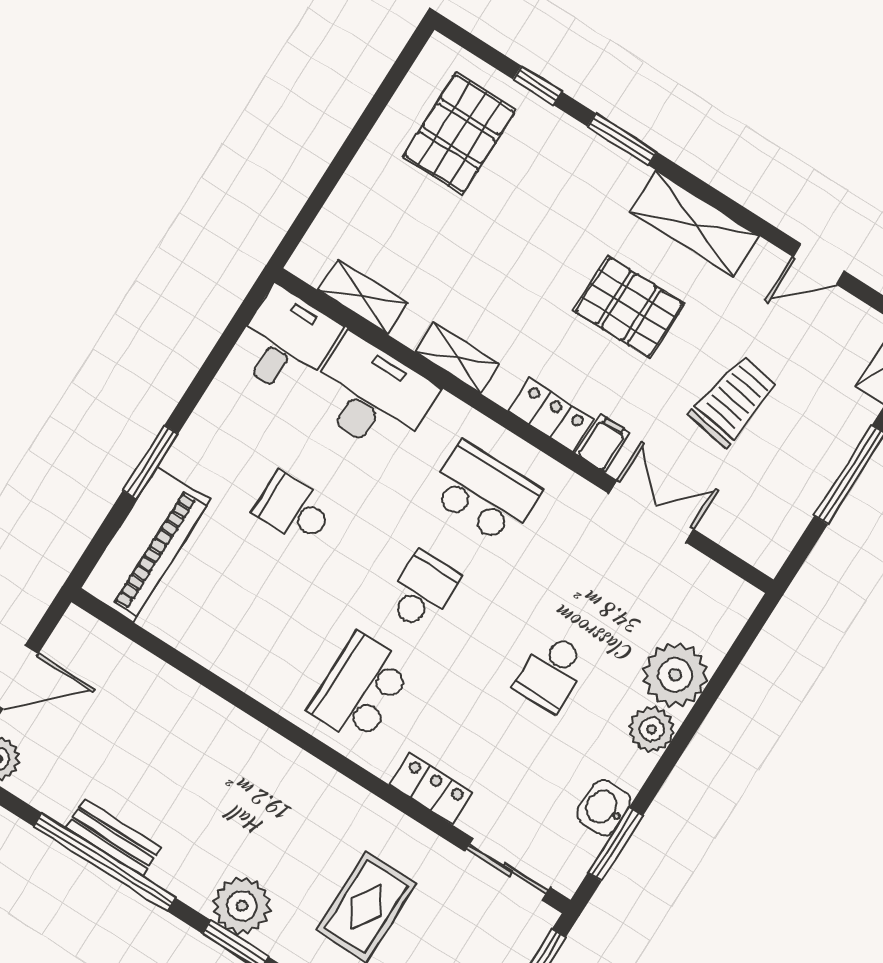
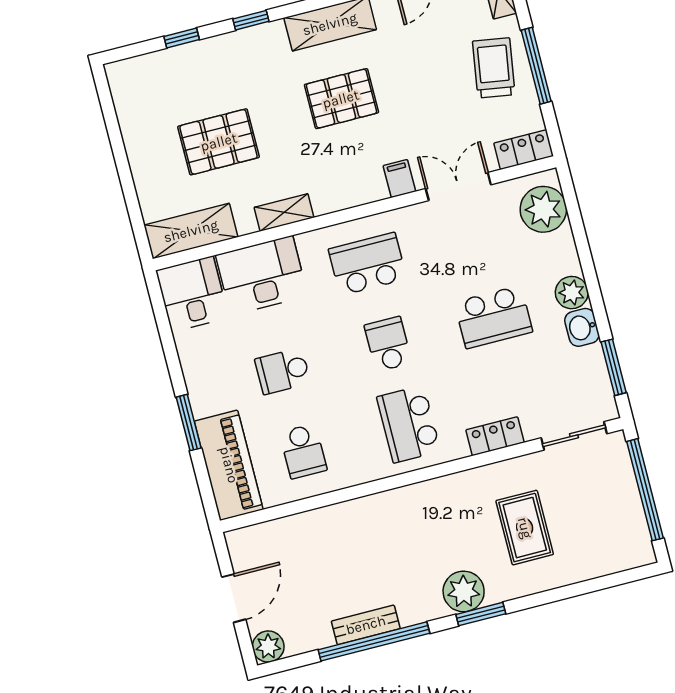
pallet: (459, 134) -> (219, 142), moved, turned 90
window: (622, 139) -> (251, 20), width x0.67
shelving: (363, 297) -> (191, 231), width x1.50, depth x1.33
trolley: (733, 401) -> (494, 68), moved
locker: (551, 415) -> (524, 150), moved
school desk: (231, 607) -> (303, 451), added
school desk: (552, 673) -> (493, 317), width x1.85
plant: (675, 675) -> (543, 209), moved
washbasin: (604, 808) -> (582, 327), moved

